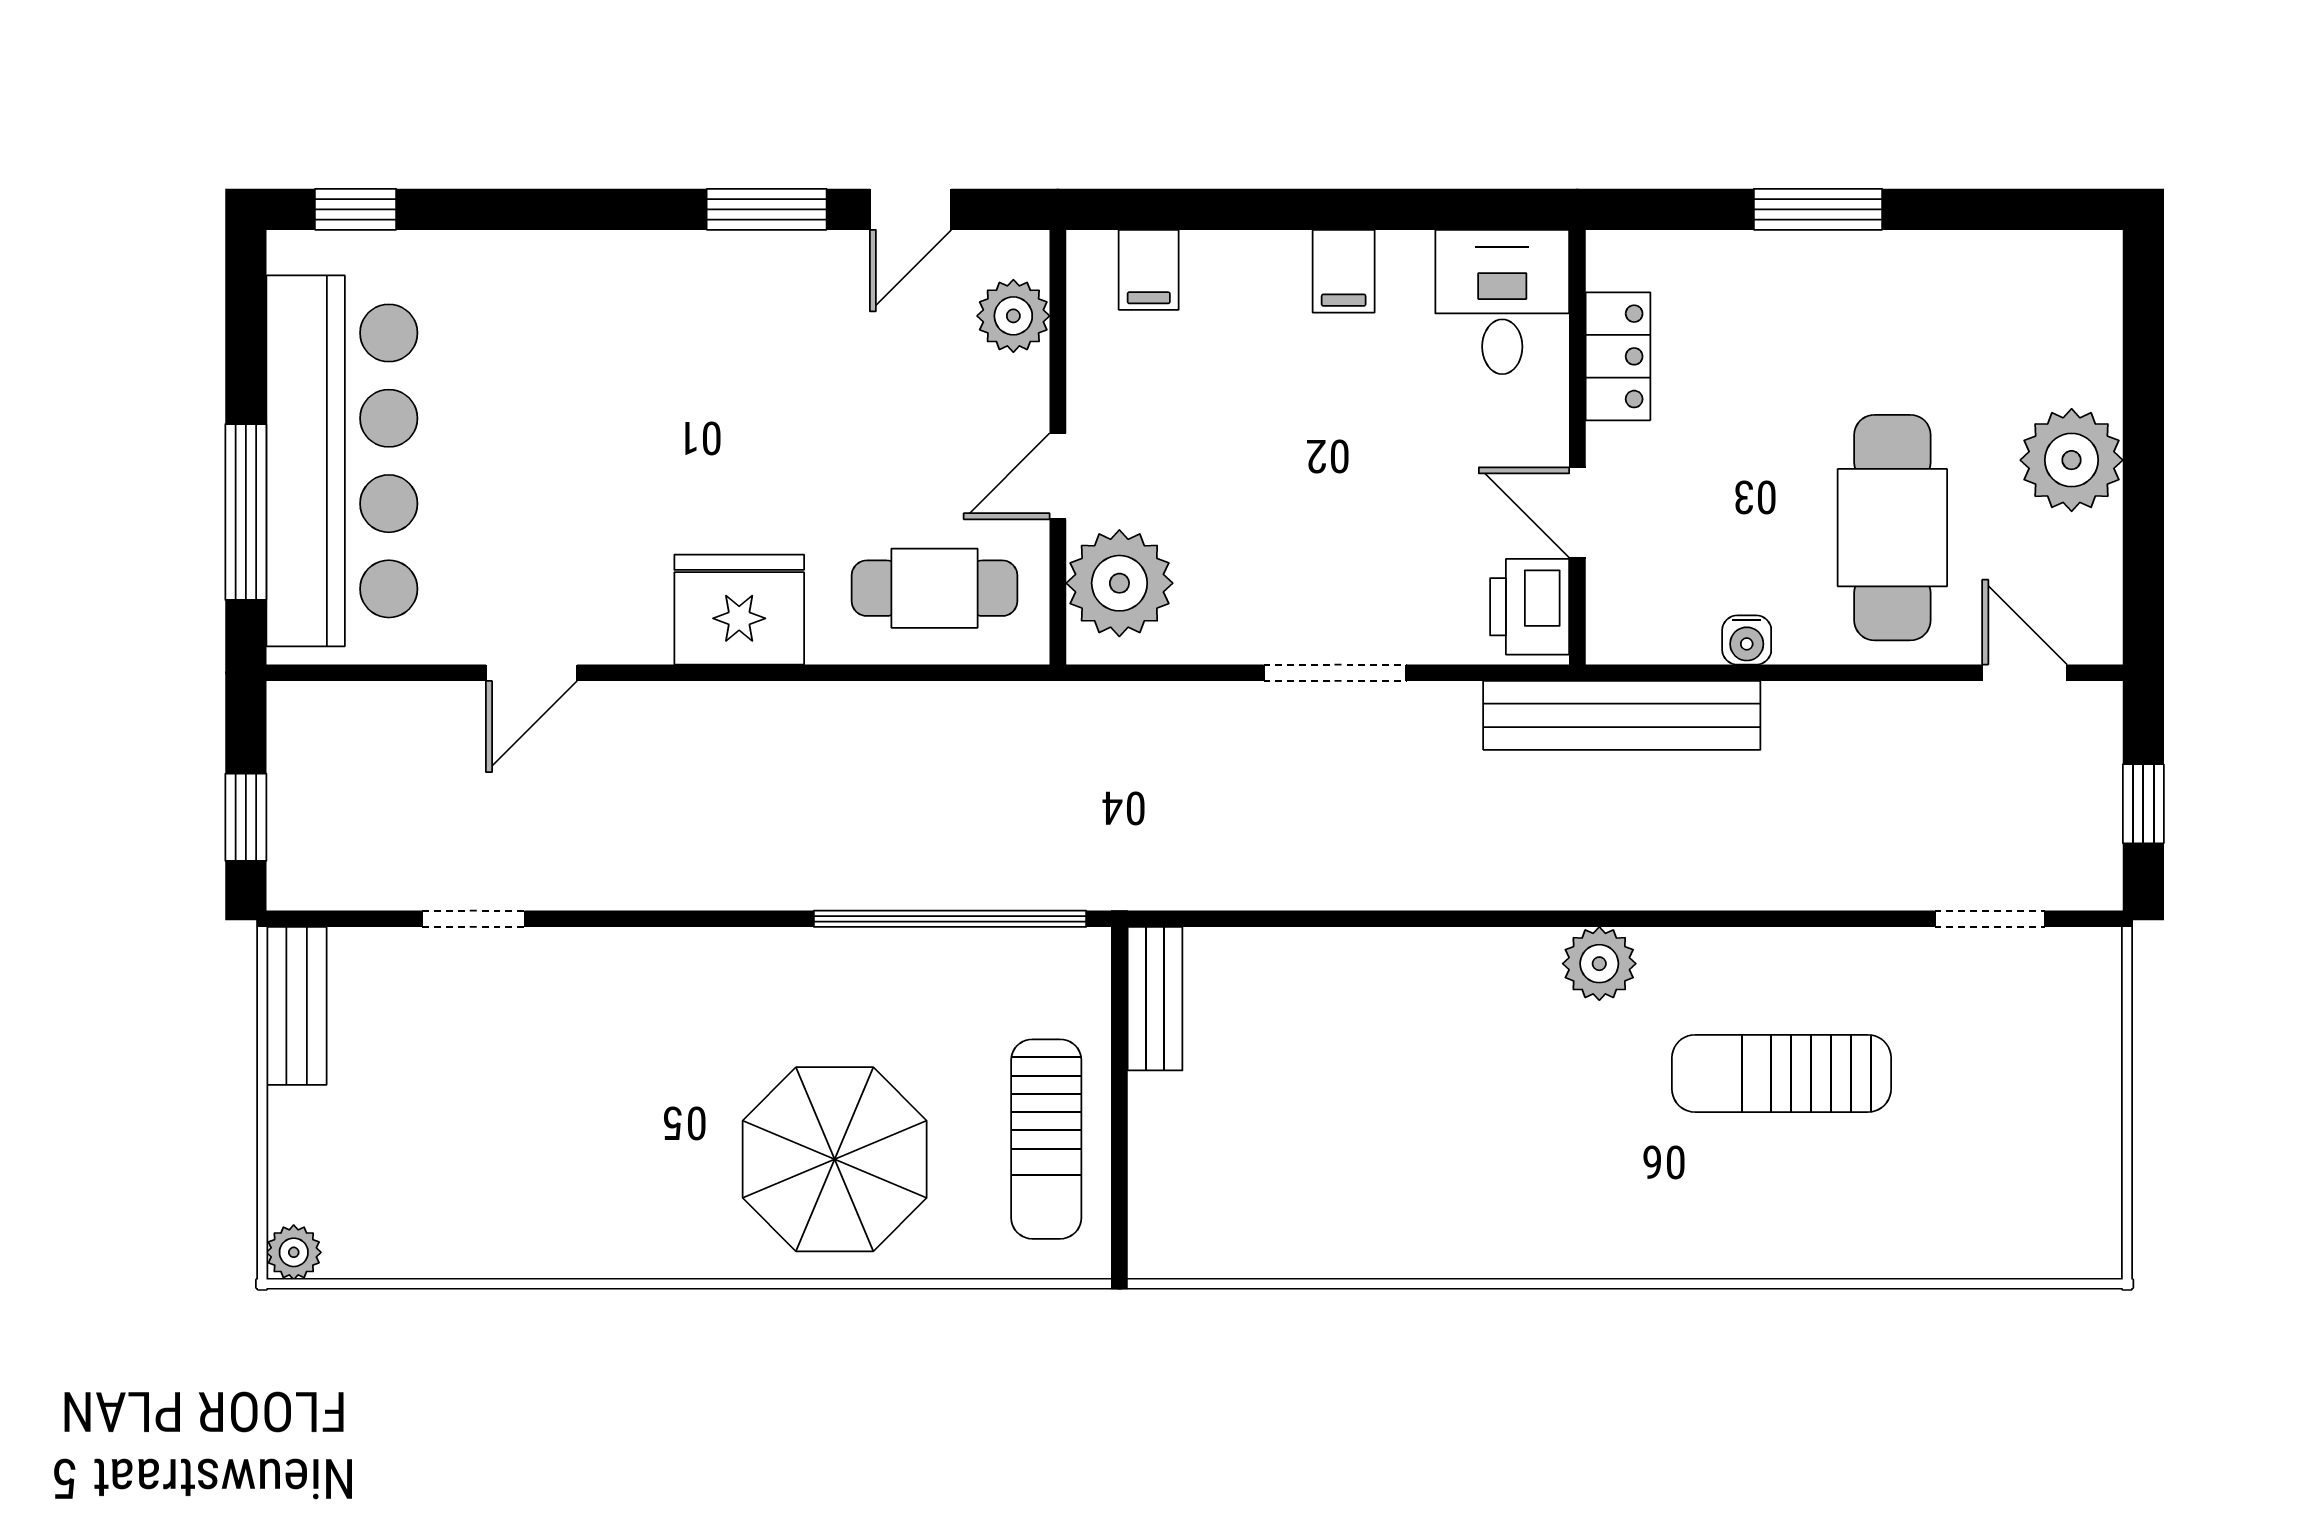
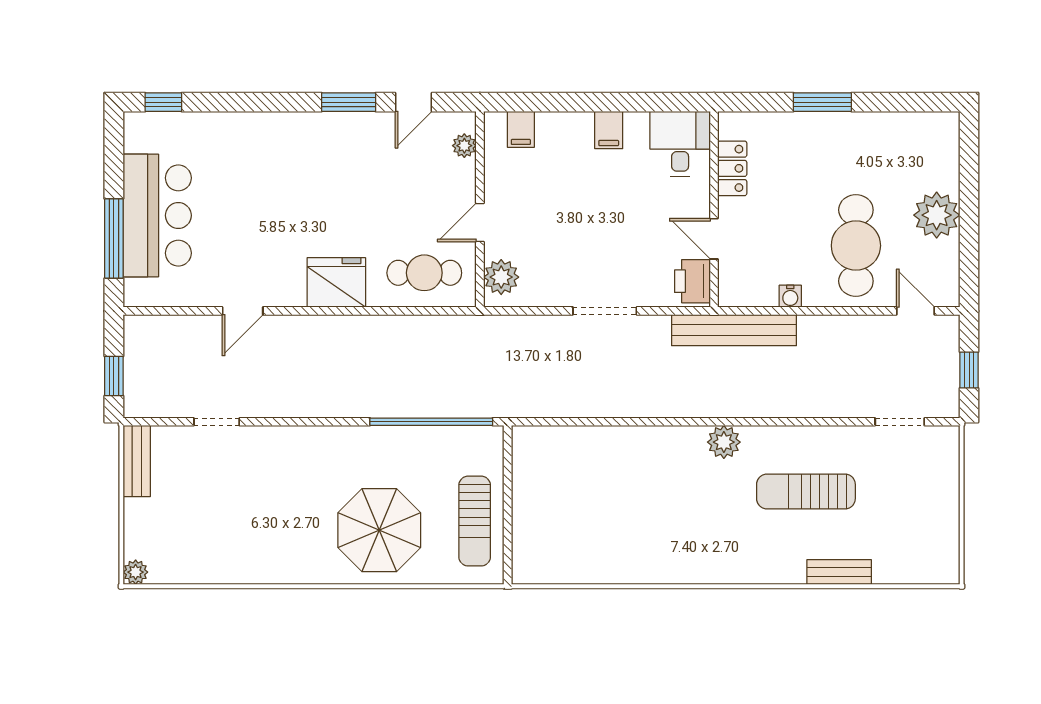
plant: (1013, 316) -> (464, 146), width x0.73, depth x0.73
bar counter: (342, 461) -> (157, 215), width x0.73
plant: (1119, 583) -> (501, 277), width x0.73, depth x0.73
bench: (1155, 999) -> (839, 572), moved, turned 90

